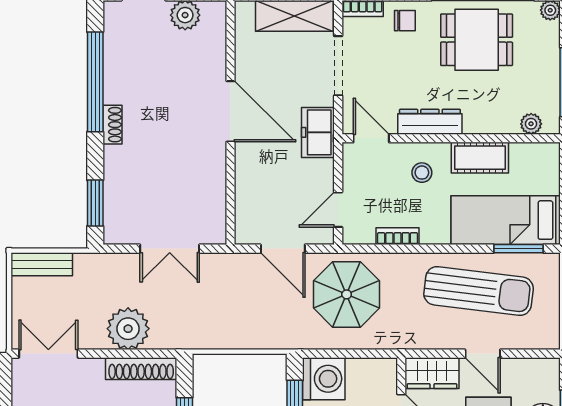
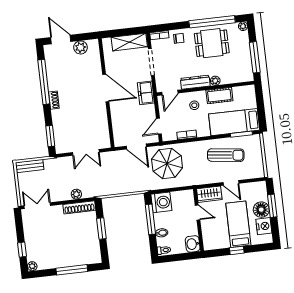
plant: (531, 124) -> (215, 81), moved
door: (371, 138) -> (170, 93), swing flipped
sun lounger: (479, 291) -> (226, 155), width x0.73, depth x0.75
plant: (128, 329) -> (76, 194), width x0.53, depth x0.53

